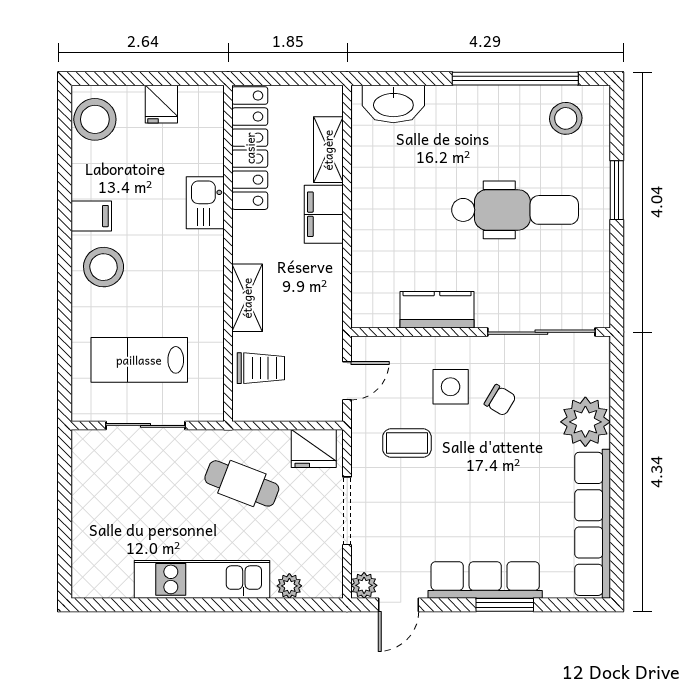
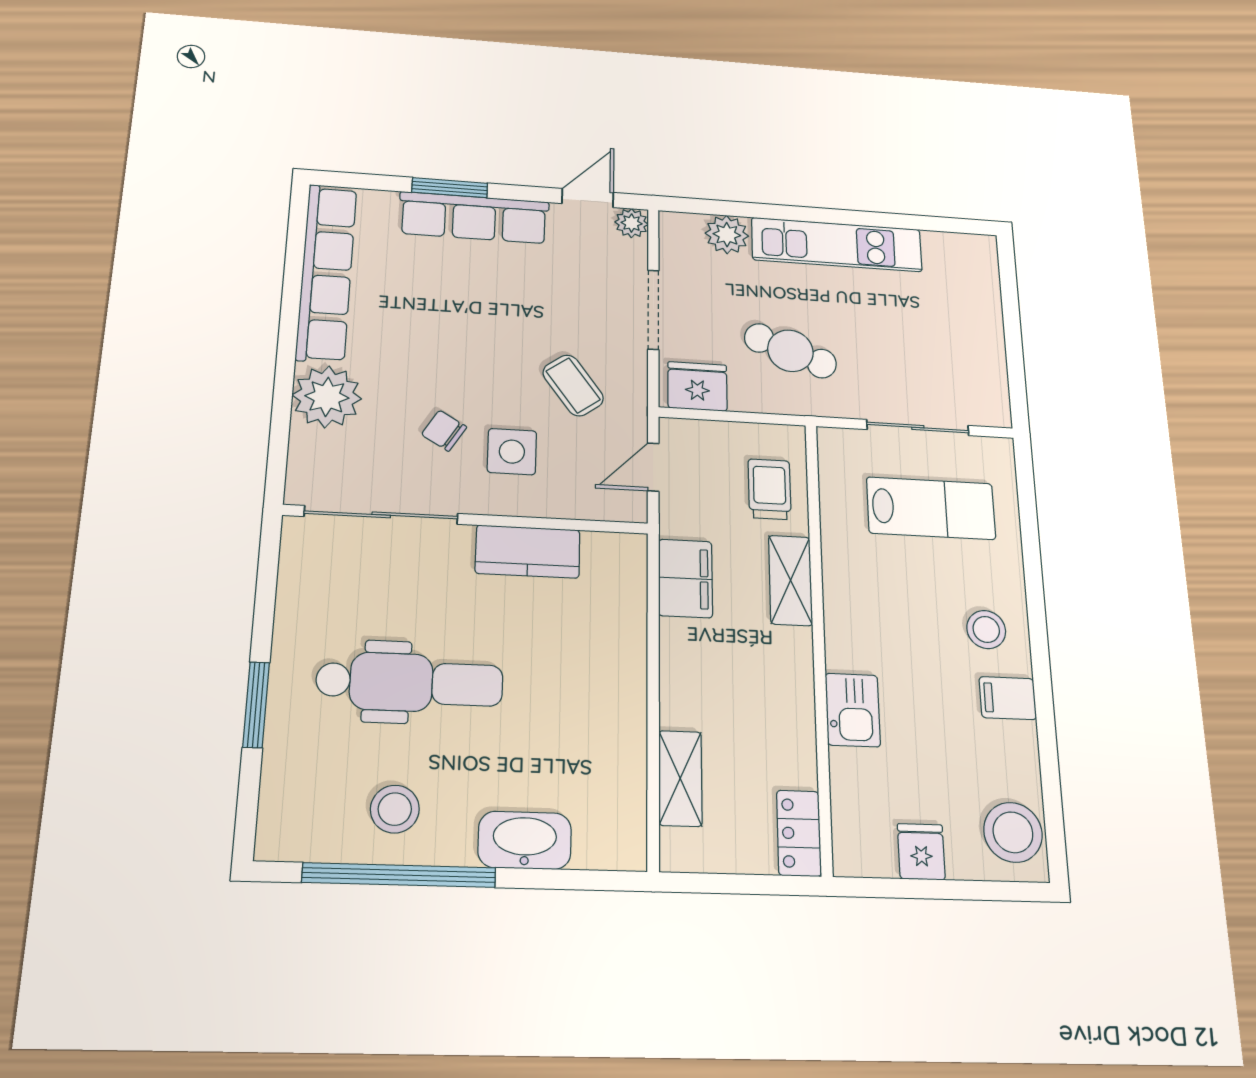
washbasin: (393, 104) -> (525, 840), moved
stool: (566, 118) -> (395, 809), moved
locker: (250, 148) -> (799, 833), width x0.46, depth x0.83
dental chair: (515, 210) -> (410, 683), turned 180
filing cabinet: (324, 214) -> (685, 578), moved
stool: (104, 267) -> (986, 630), width x0.73, depth x0.73
trolley: (261, 368) -> (770, 489), turned 90
coffee table: (407, 443) -> (573, 385), turned 54
plant: (289, 586) -> (727, 235), width x1.38, depth x1.38

